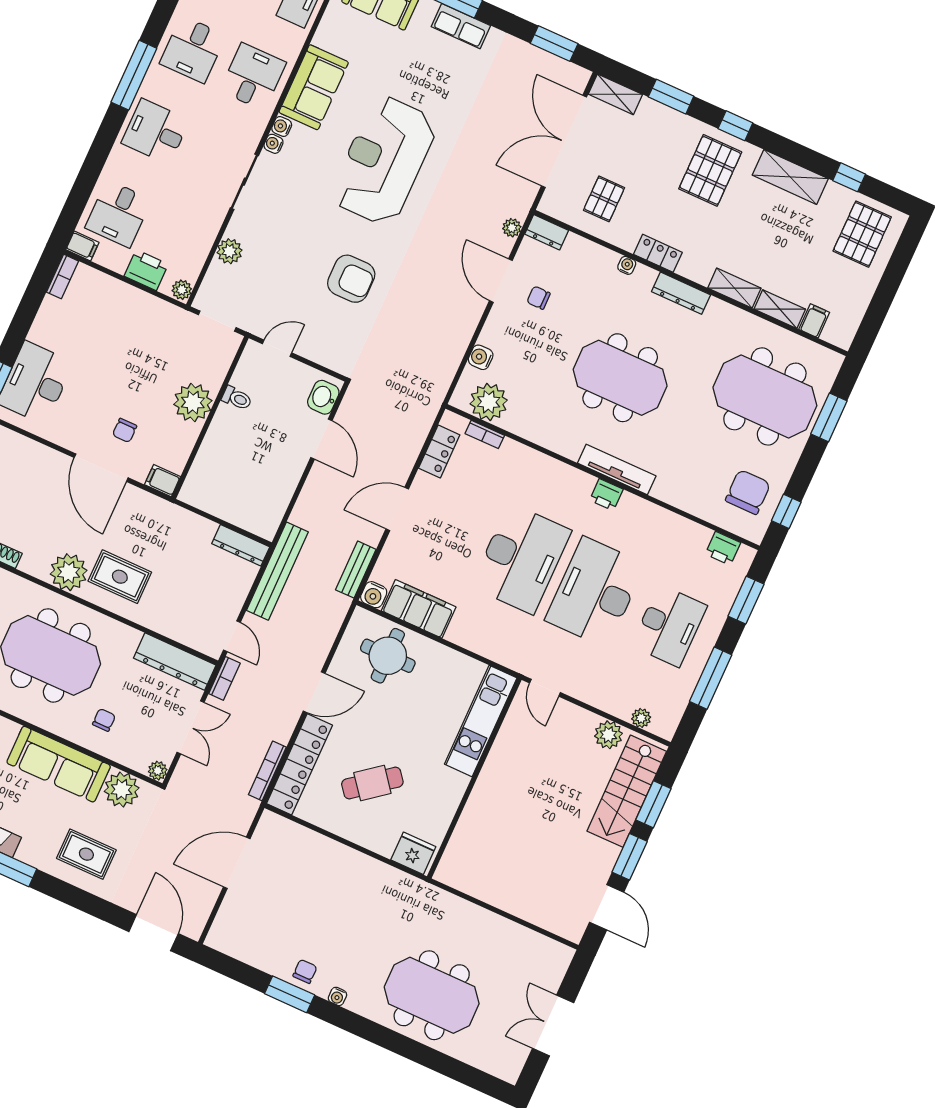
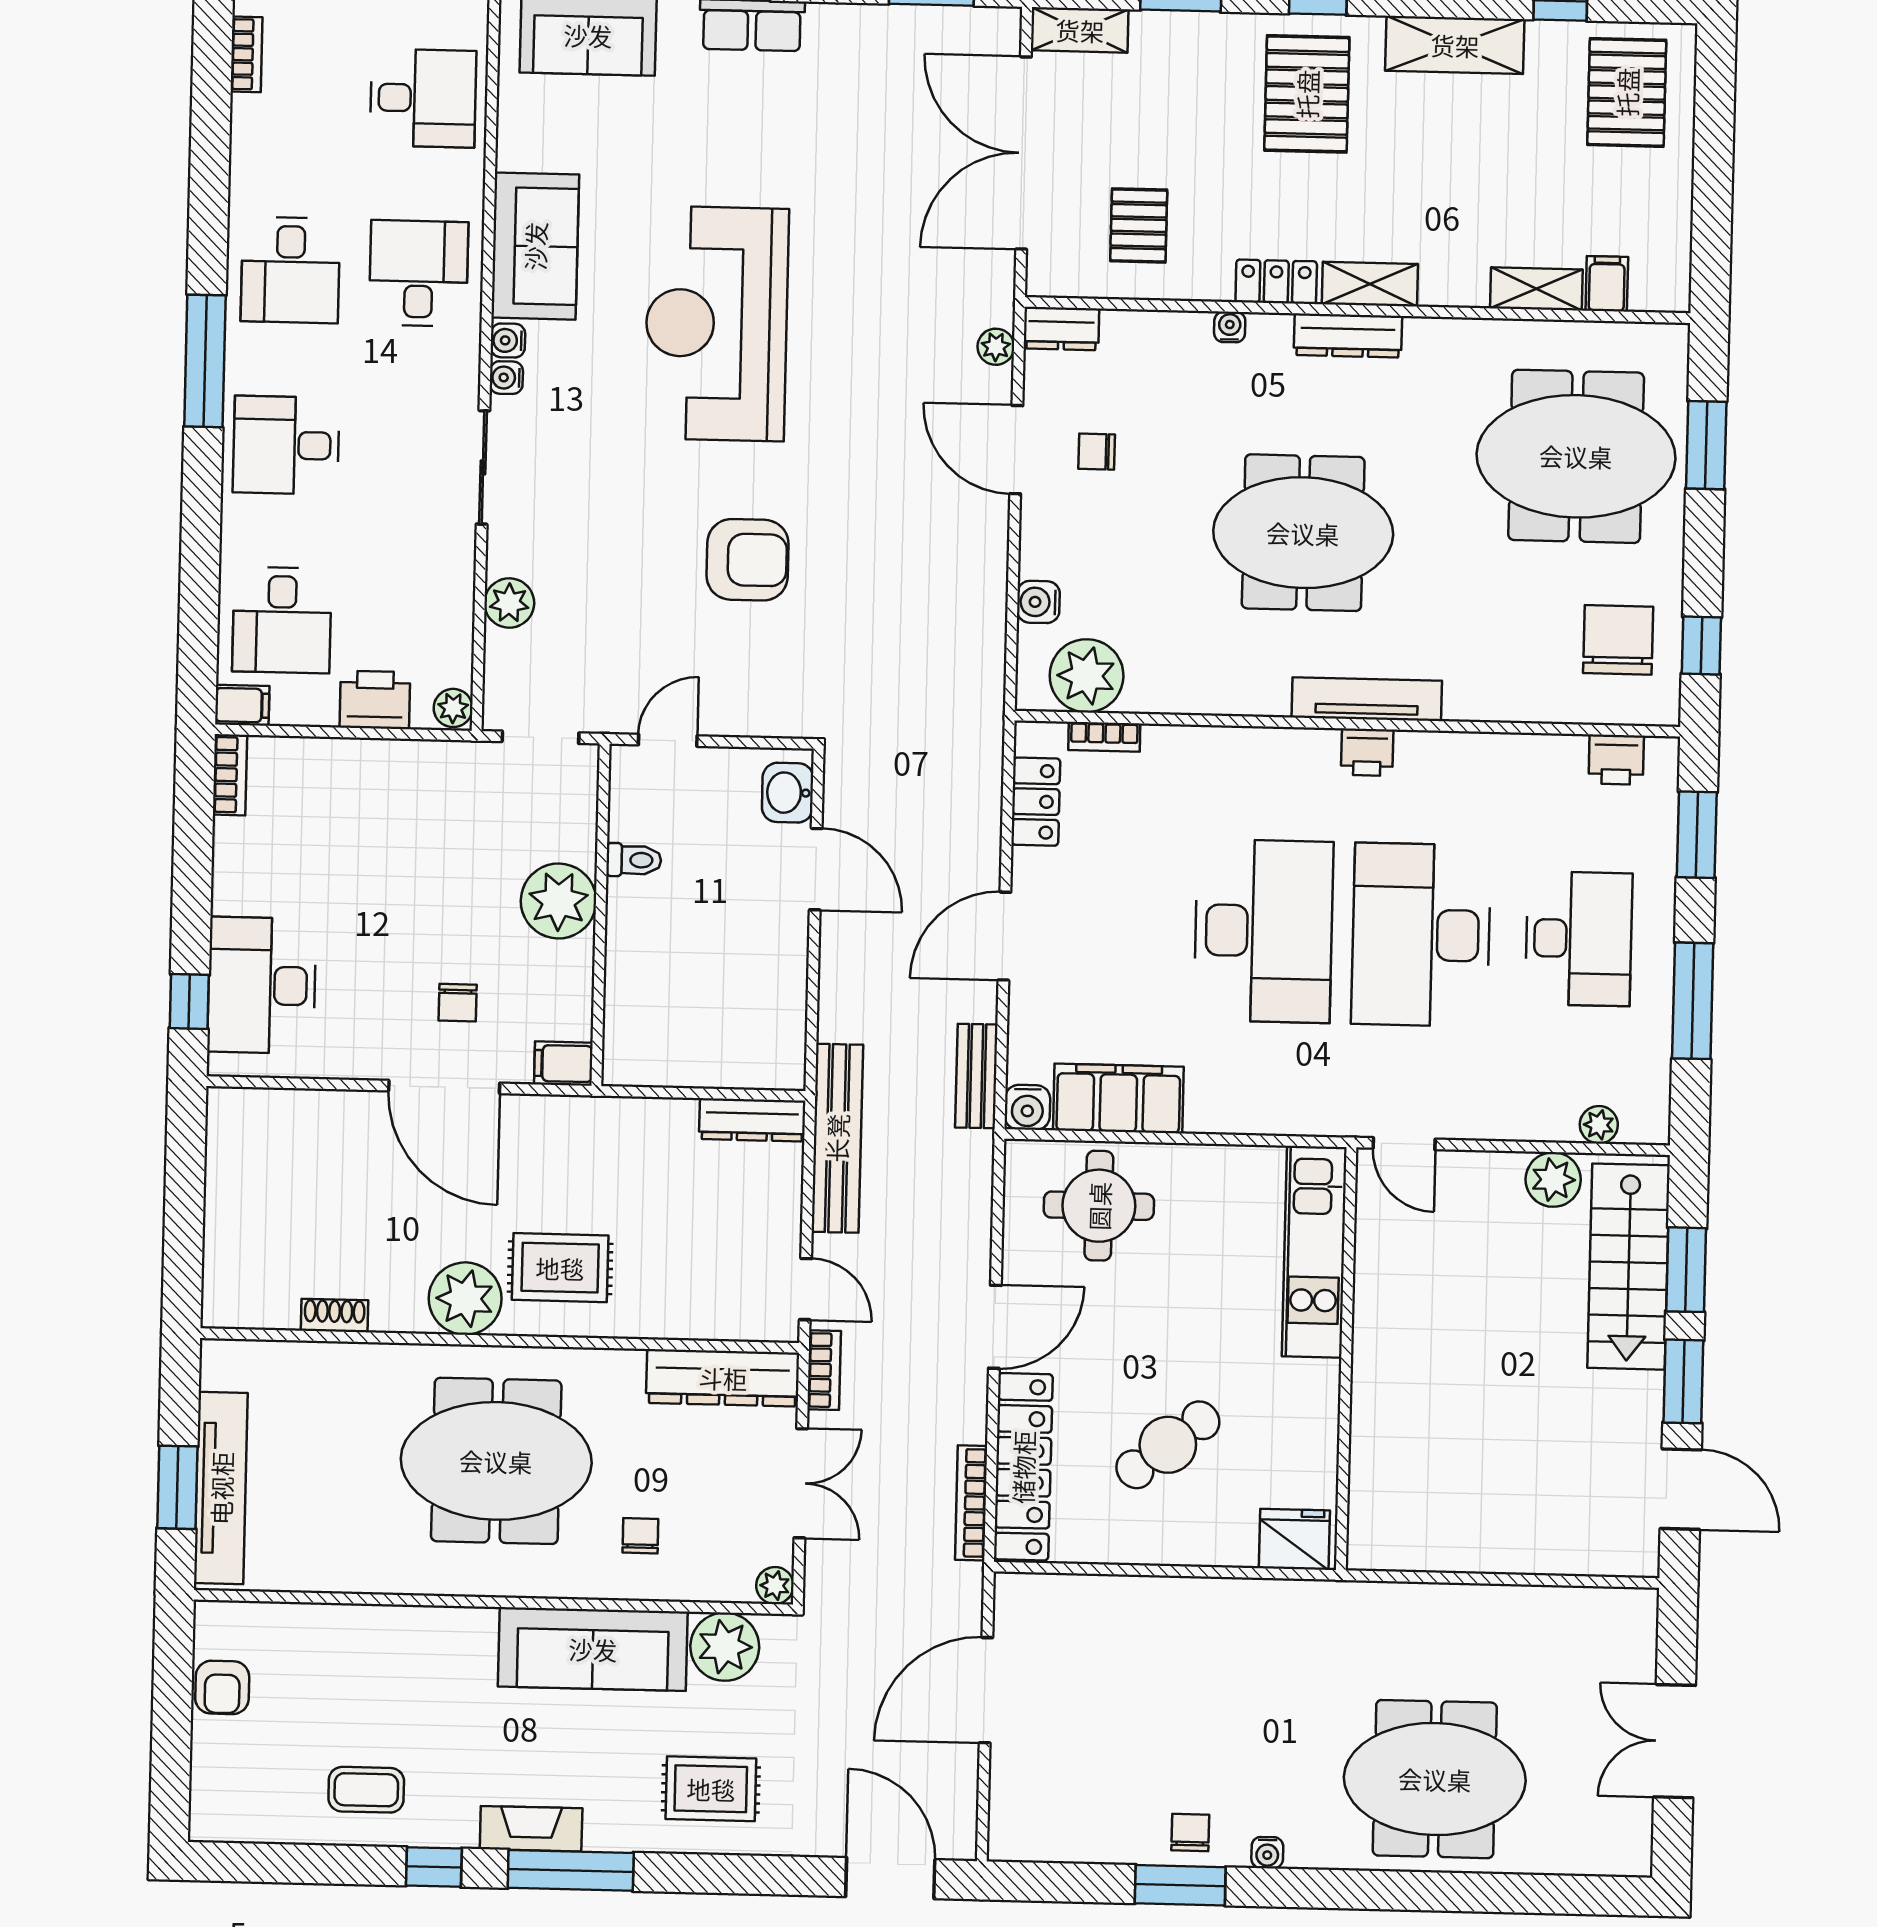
shelving: (734, 288) -> (1370, 284), moved

